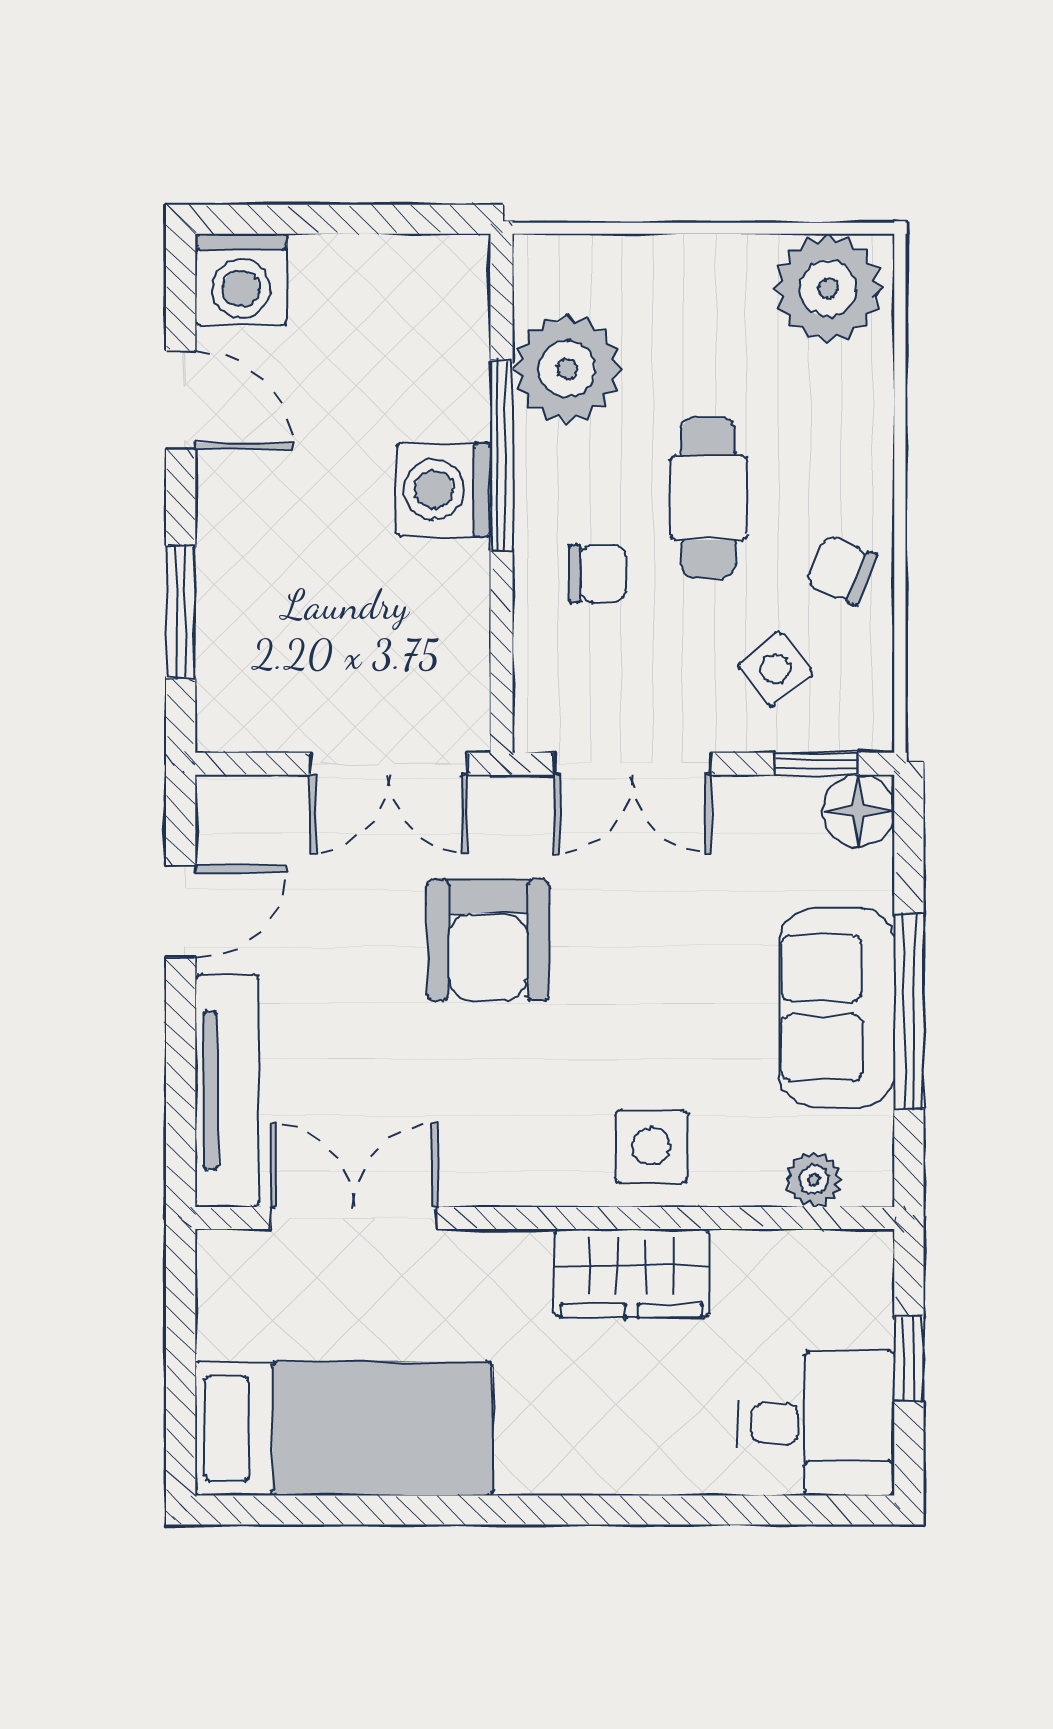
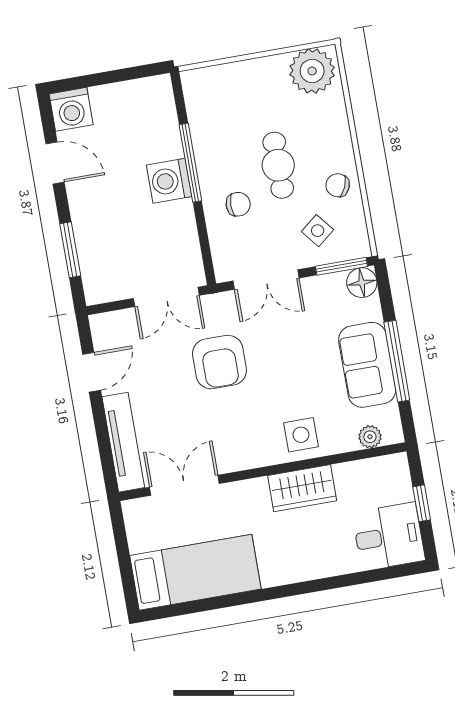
plant: (567, 369) -> (211, 123), removed
window: (817, 764) -> (341, 266), width x1.50

